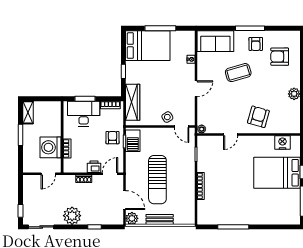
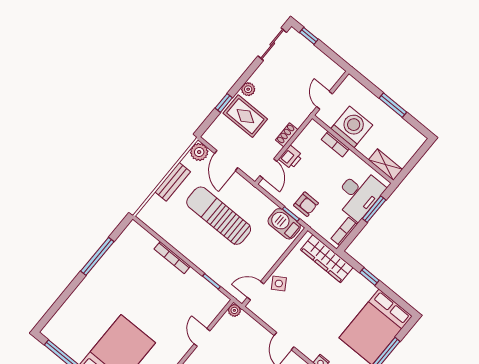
shelving: (28, 112) -> (385, 165), moved
door: (124, 200) -> (226, 161), hinge flipped
rug: (92, 209) -> (245, 116), added
plant: (72, 216) -> (248, 89), width x0.53, depth x0.53

